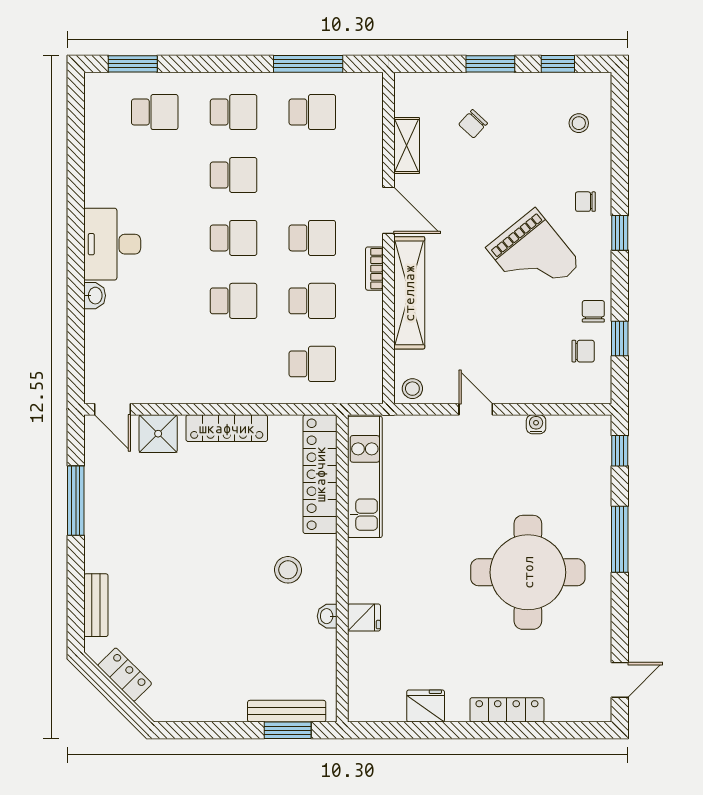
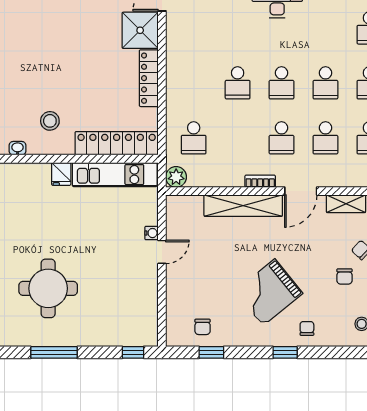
school desk: (312, 301) -> (325, 138), moved
chair: (593, 311) -> (344, 276), moved, turned 90
plant: (368, 389) -> (176, 177), added
stool: (412, 389) -> (176, 208), removed
water cooler: (536, 424) -> (151, 233), moved
shower: (158, 434) -> (140, 30), width x1.36, depth x1.36
window: (620, 539) -> (54, 352), moved
round table: (528, 572) -> (48, 288), width x0.73, depth x0.73
fridge: (364, 617) -> (61, 174), moved

